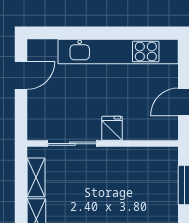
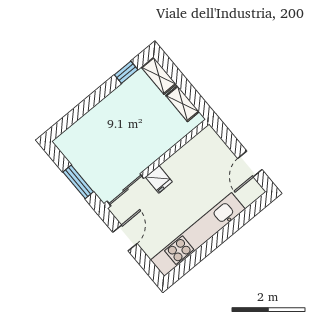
sliding door: (72, 144) -> (125, 190), moved

